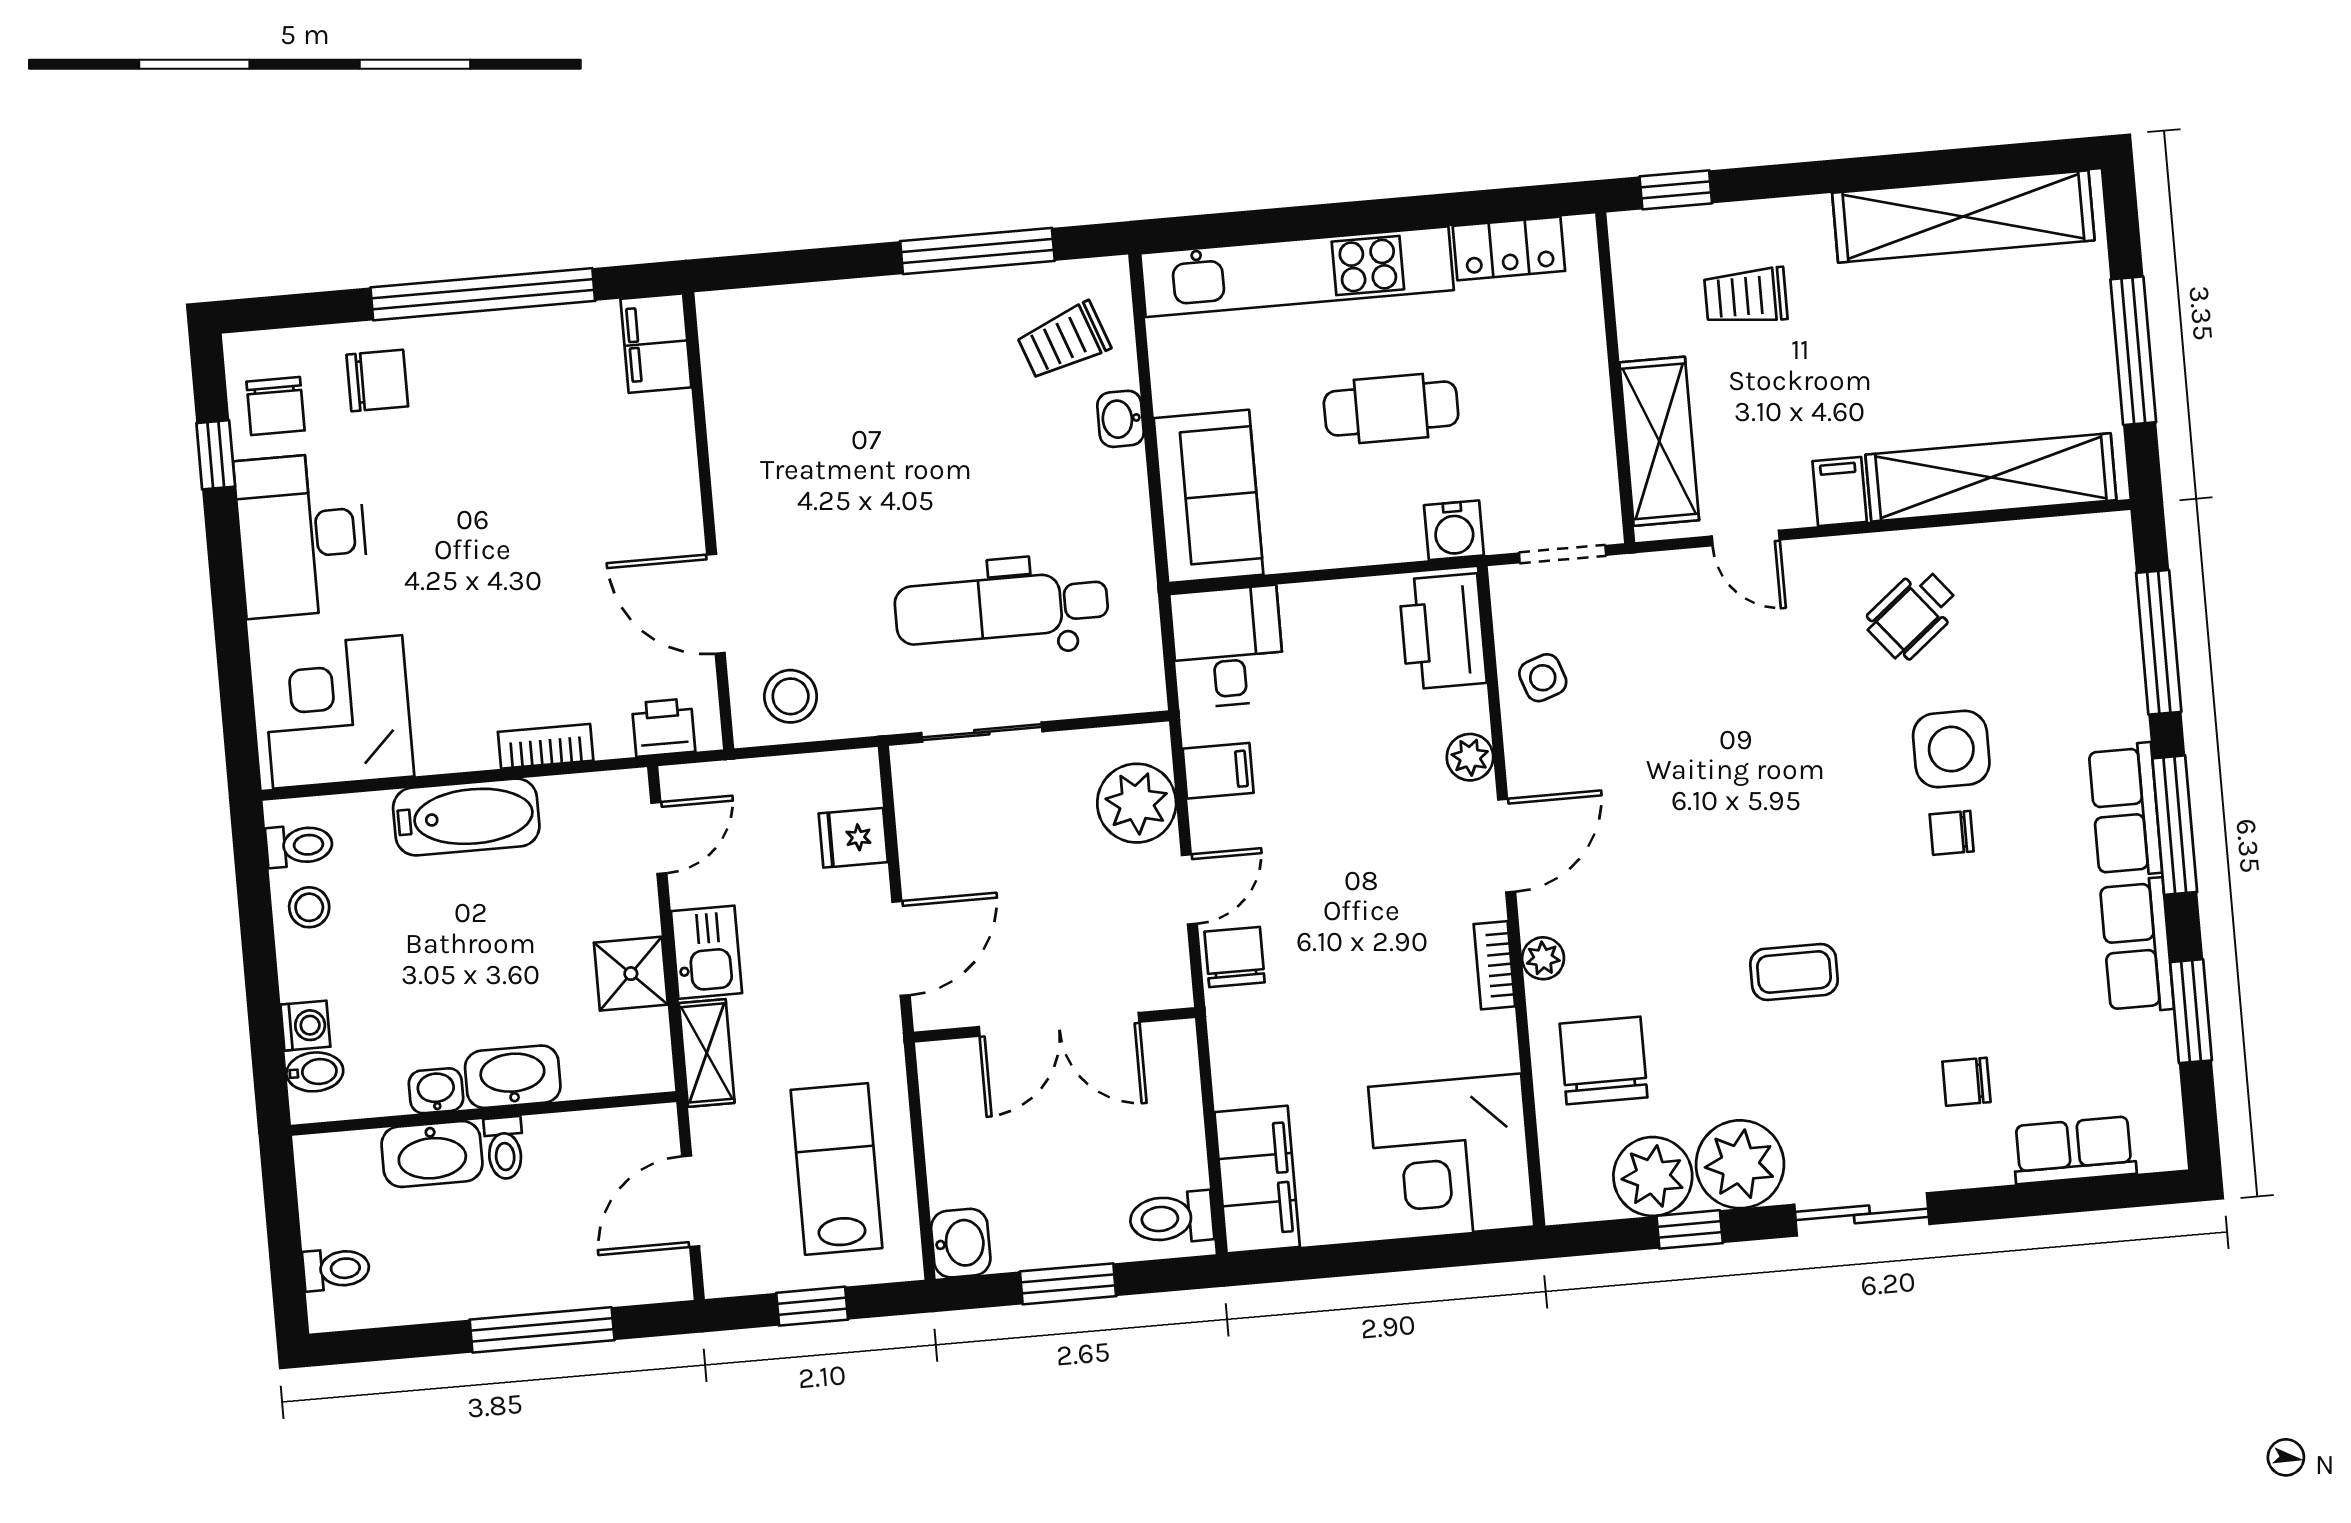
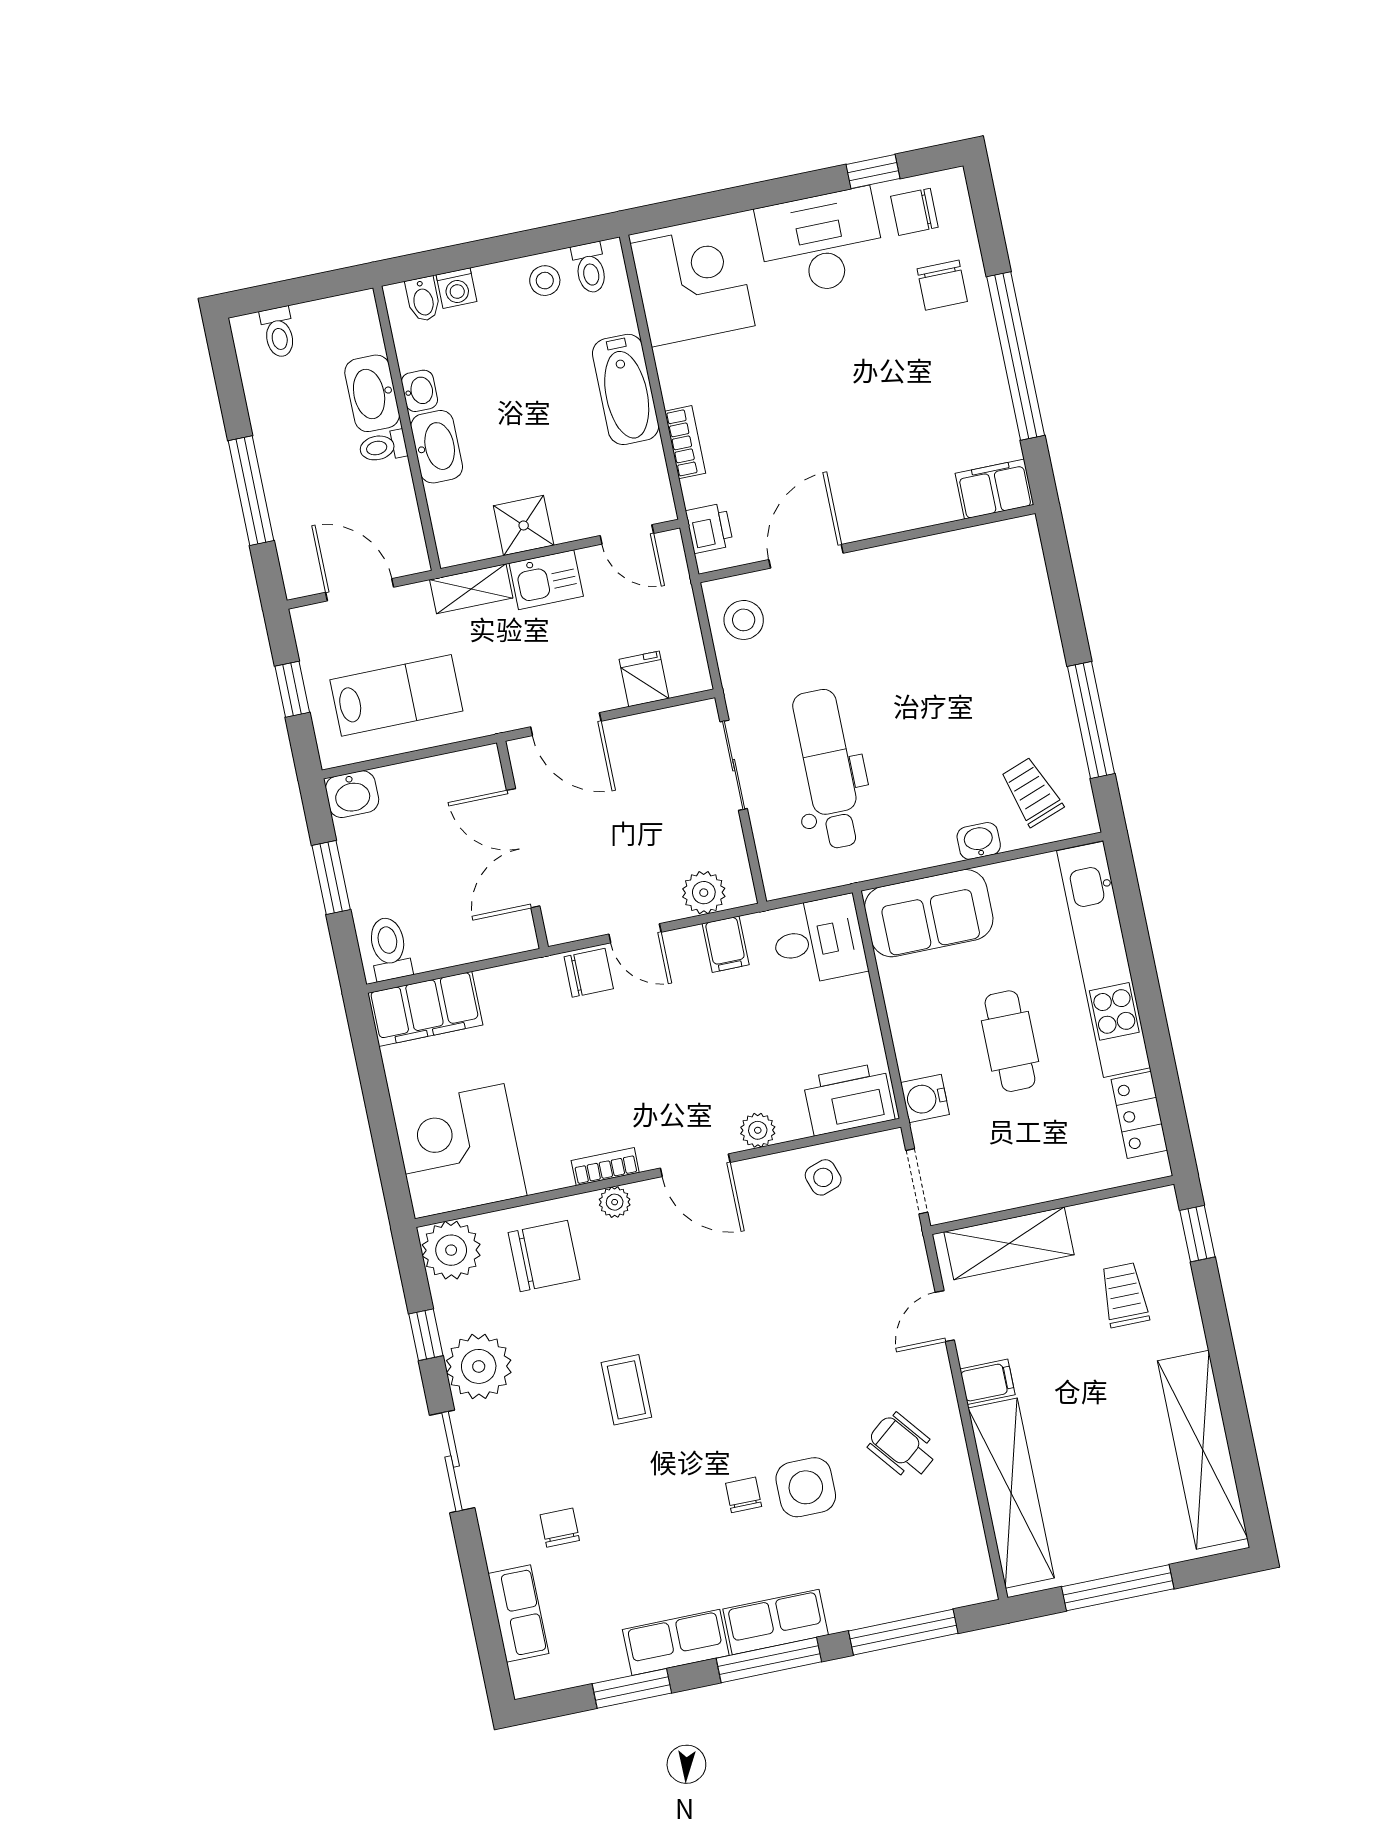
plant: (1137, 803) -> (704, 893), width x0.73, depth x0.73
plant: (1653, 1176) -> (451, 1250), moved

